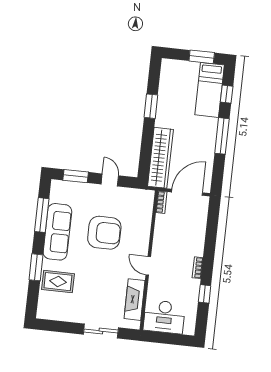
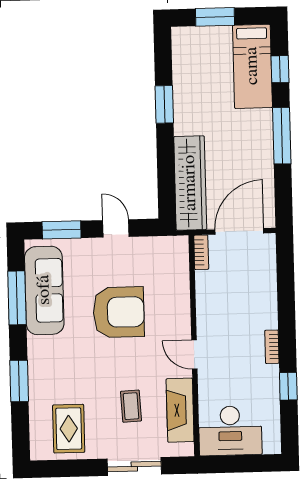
window: (202, 57) -> (215, 17), moved
sofa: (57, 232) -> (44, 290), moved
rug: (58, 282) -> (69, 429), moved, turned 90
coffee table: (104, 293) -> (131, 406), added

